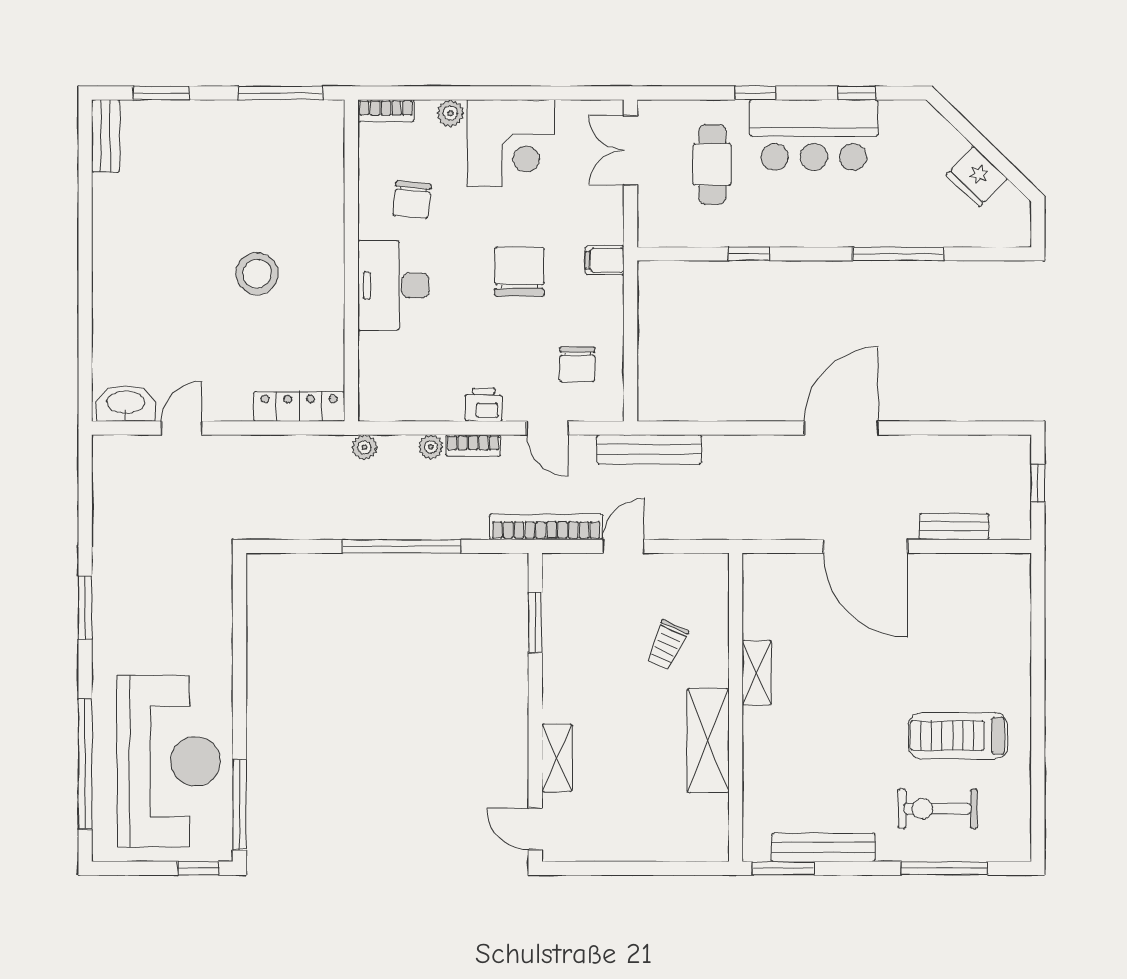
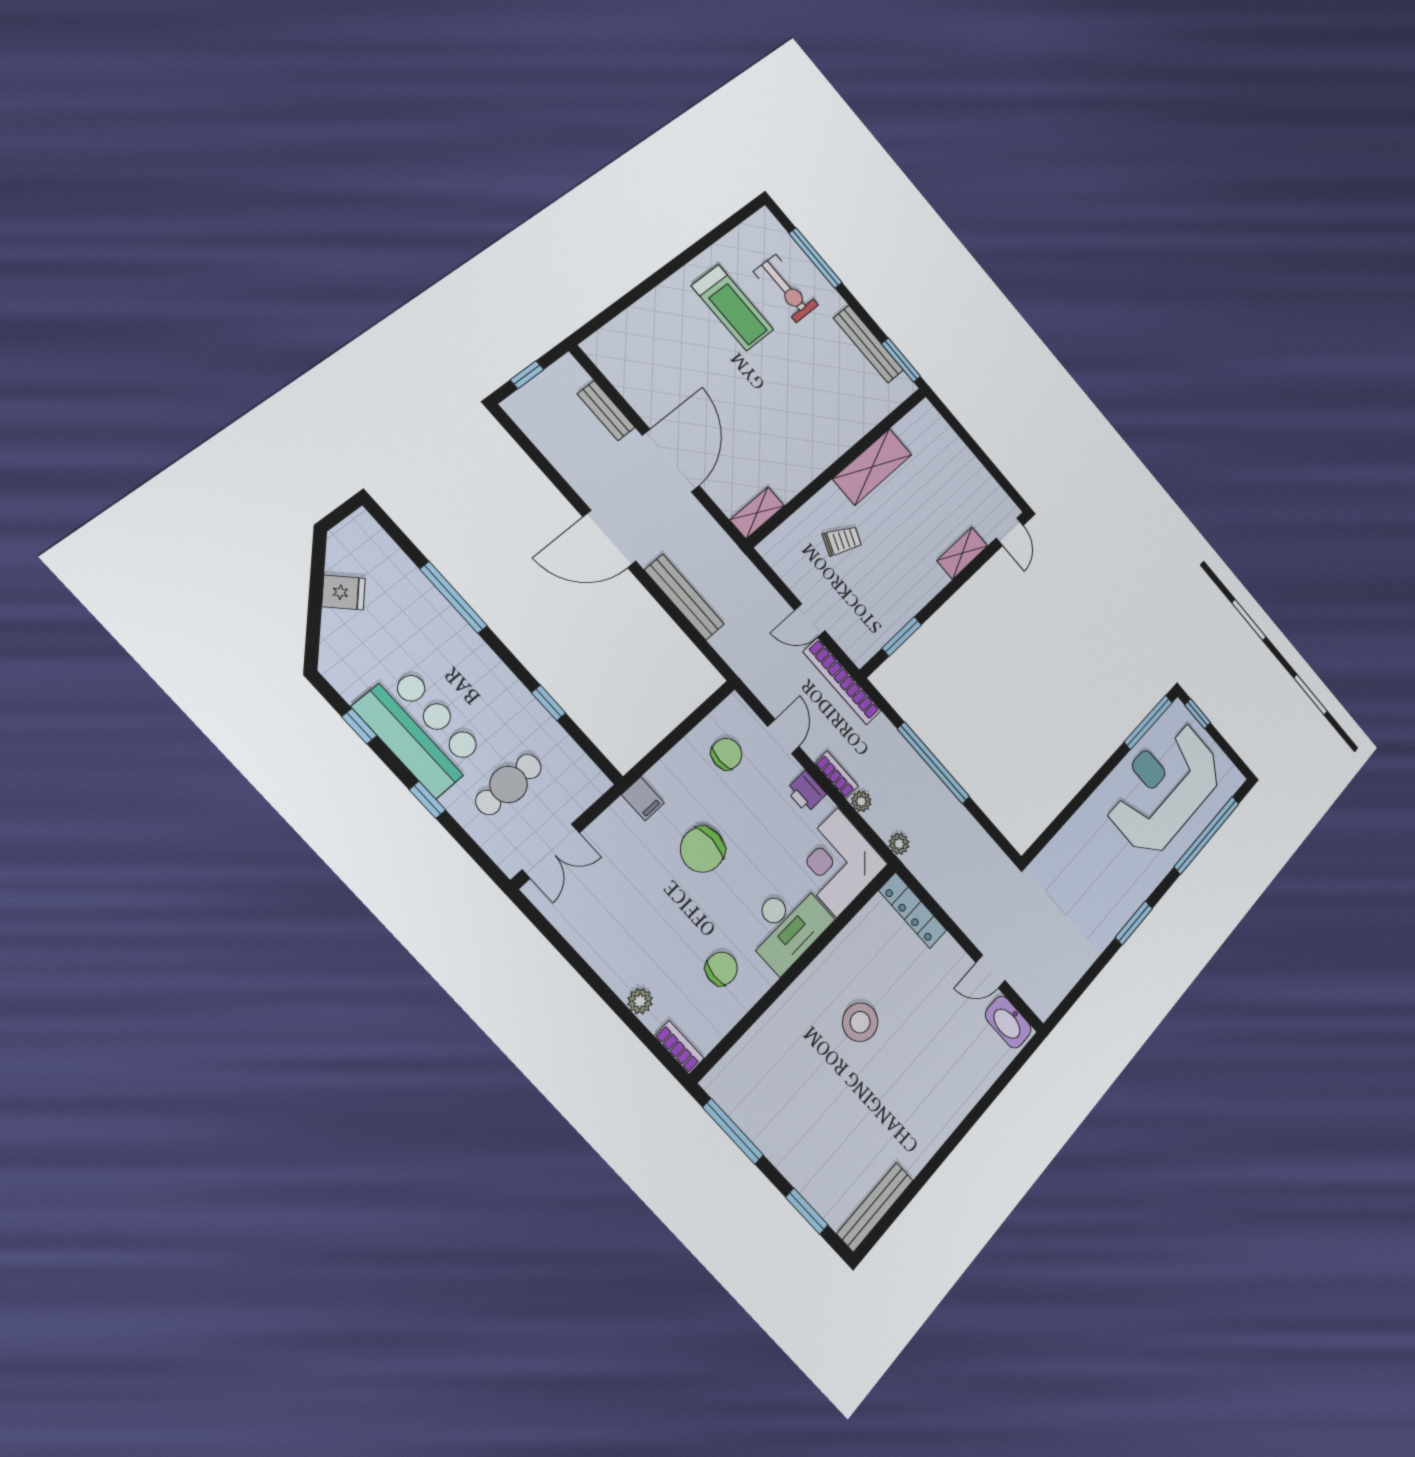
bench: (106, 136) -> (875, 1207), width x1.36
corner desk: (510, 143) -> (837, 862), moved, turned -90
fridge: (977, 177) -> (344, 592), width x0.72
bench: (649, 449) -> (684, 597), moved
shelving: (757, 673) -> (757, 513), moved

